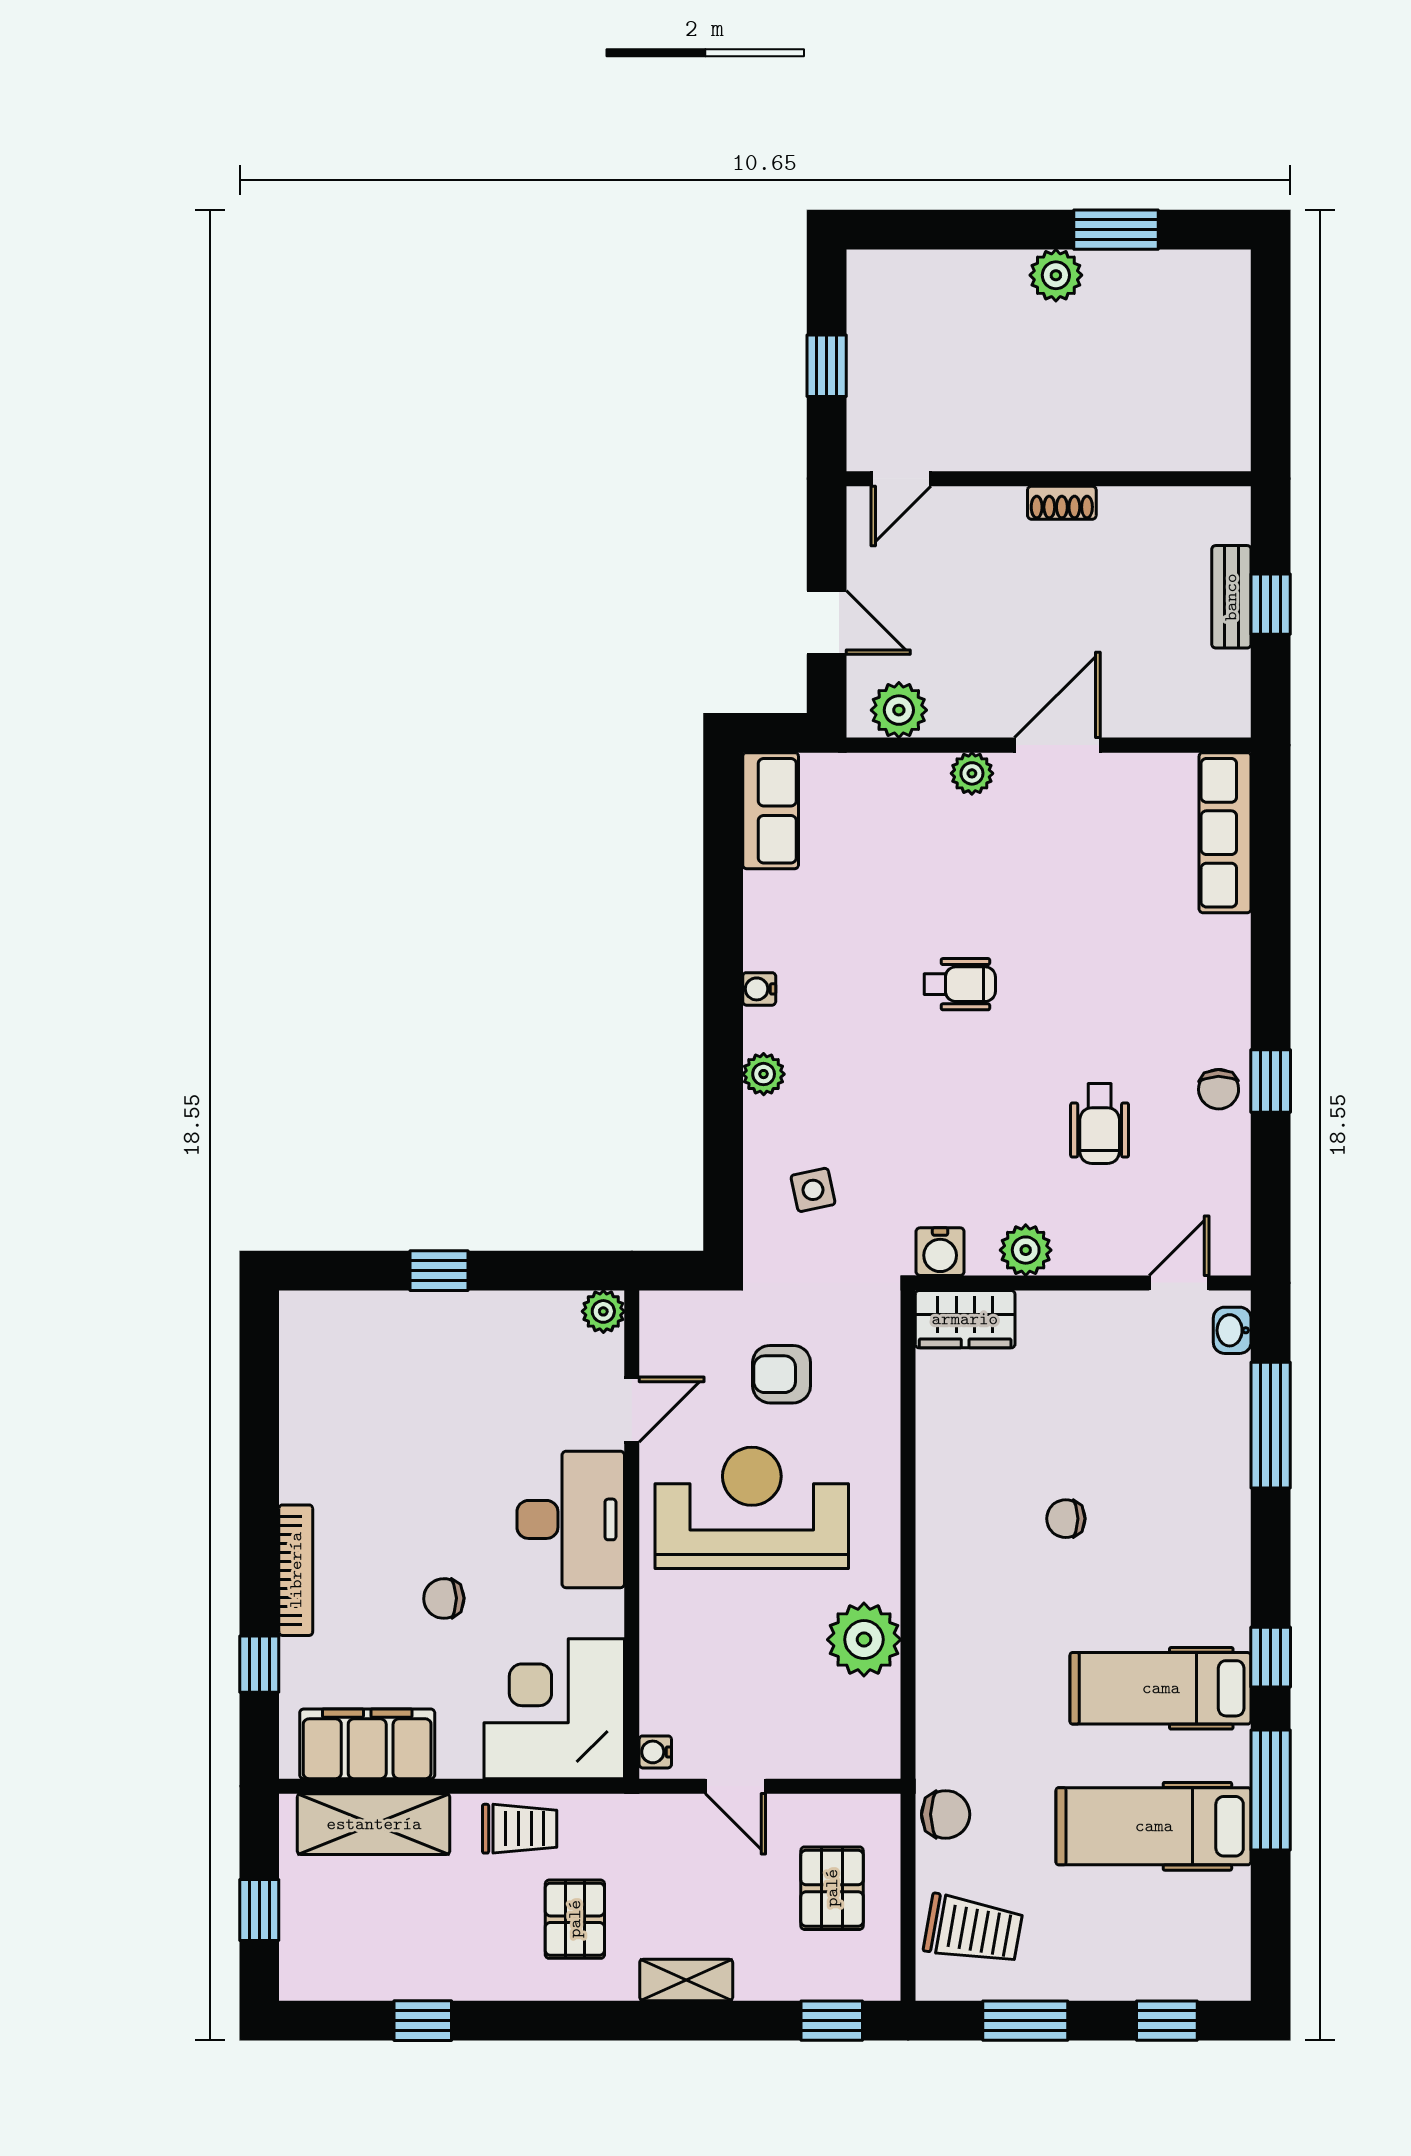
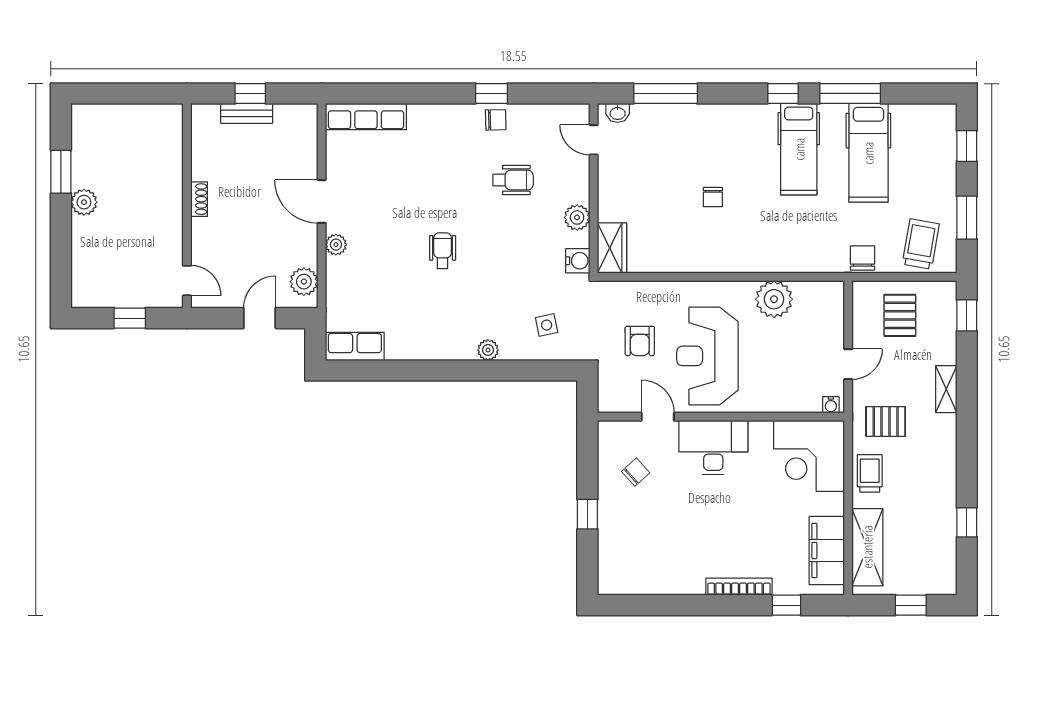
water cooler: (759, 989) -> (445, 352), removed
plant: (603, 1311) -> (608, 431), removed
chair: (444, 1598) -> (636, 472), moved, turned -131
pallet: (832, 1888) -> (900, 315), turned 90
pallet: (575, 1919) -> (886, 421), moved

